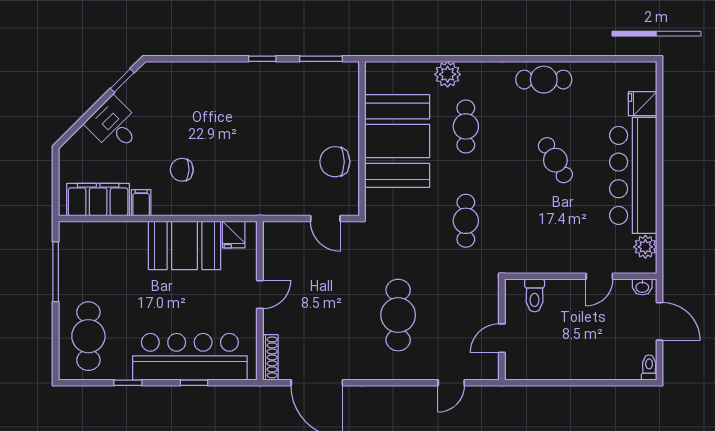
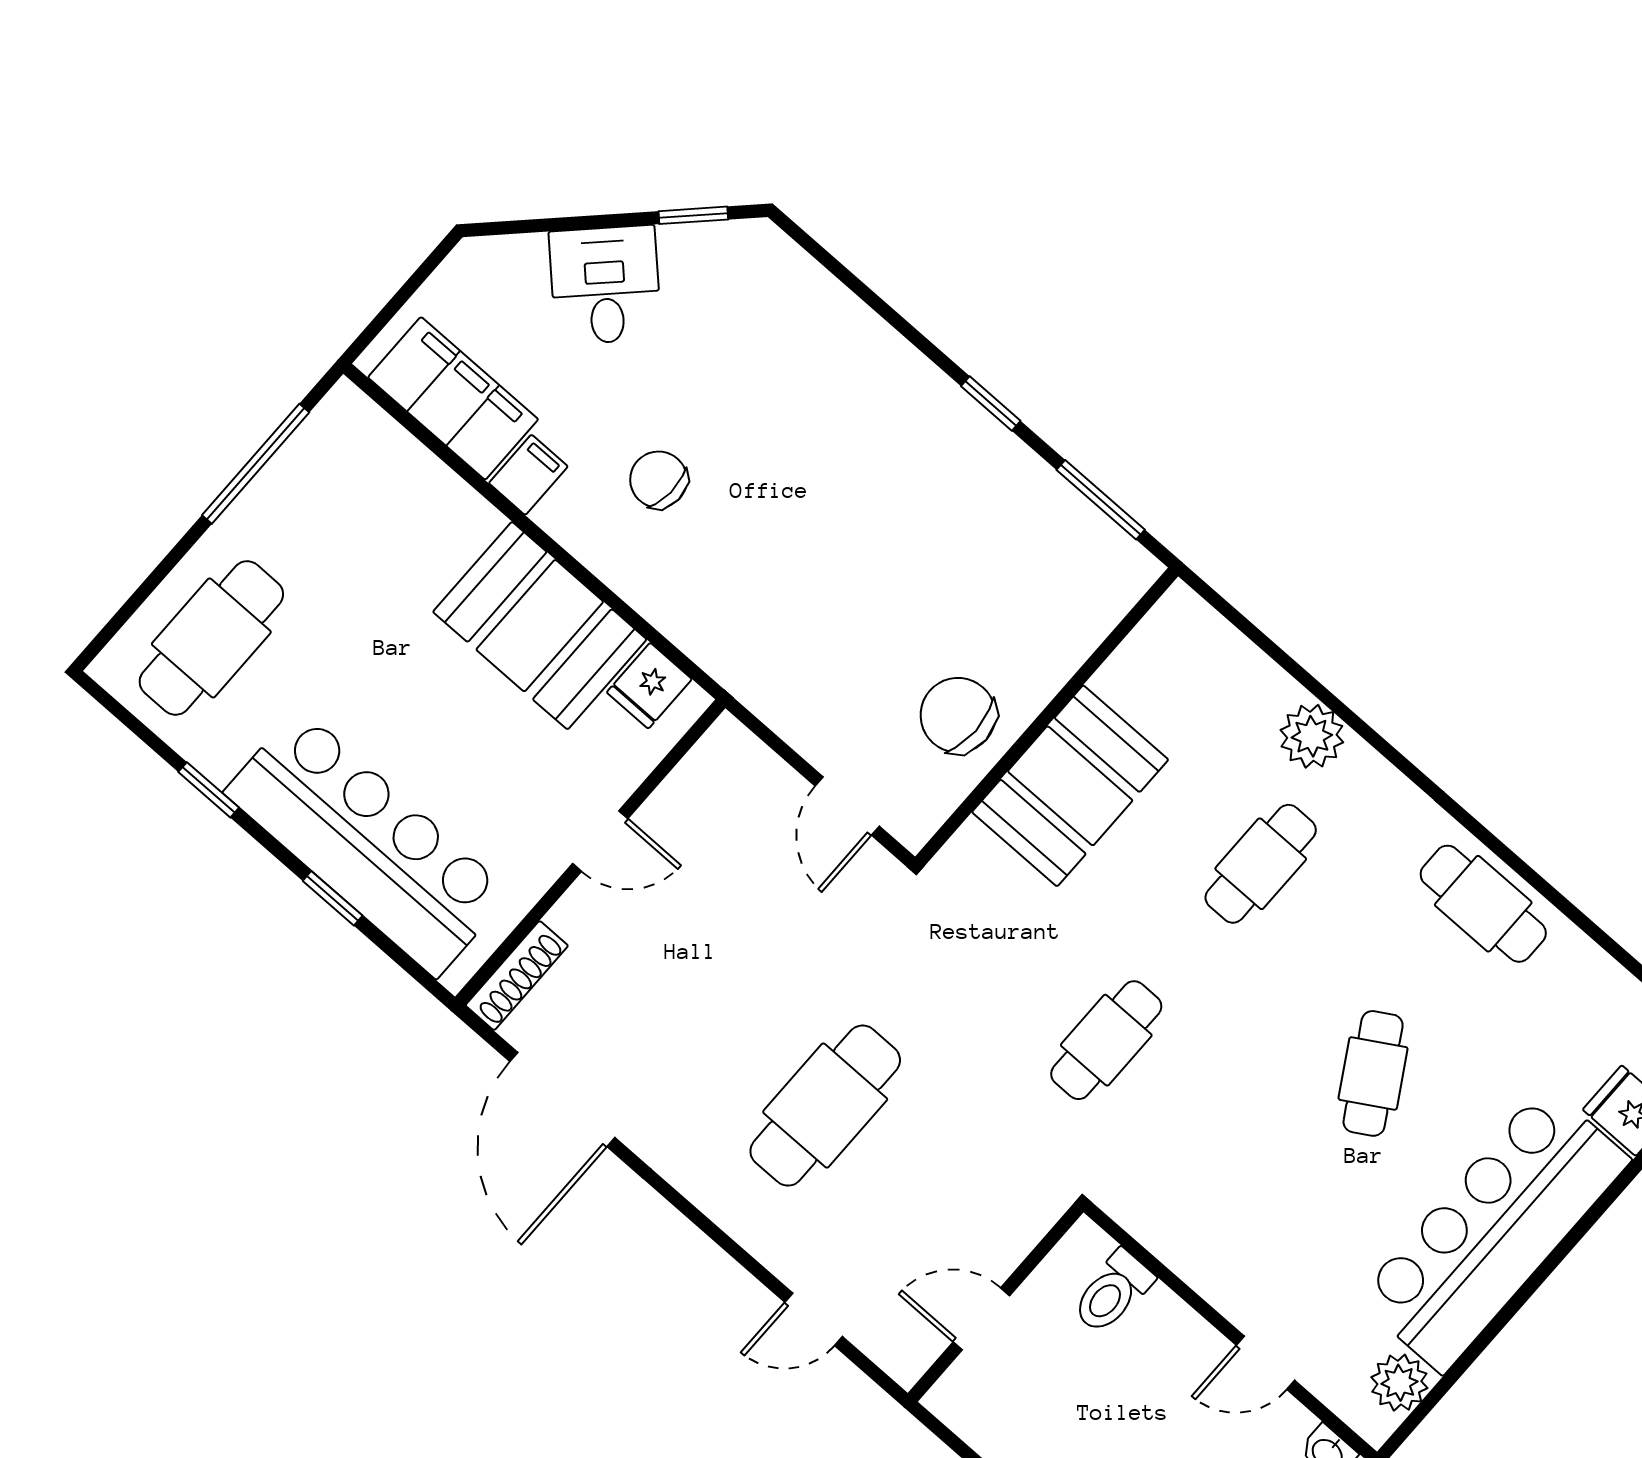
booth: (397, 141) -> (1070, 786), width x0.73, depth x0.70

